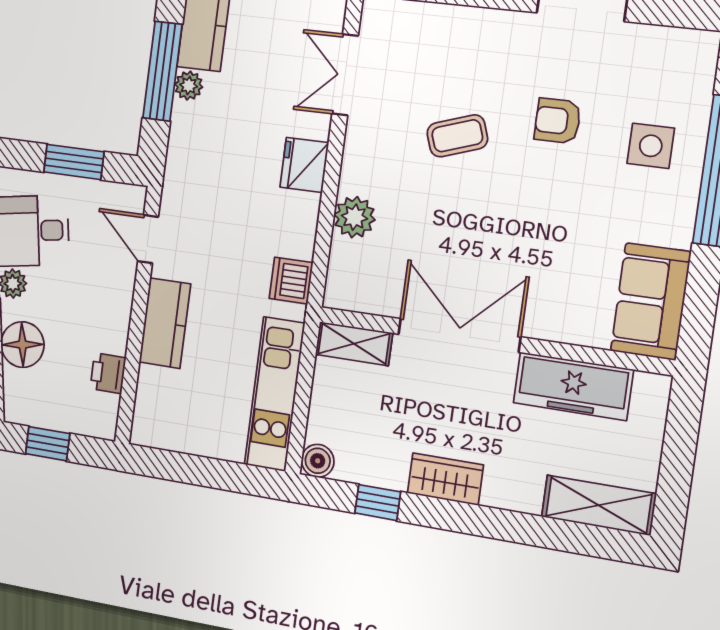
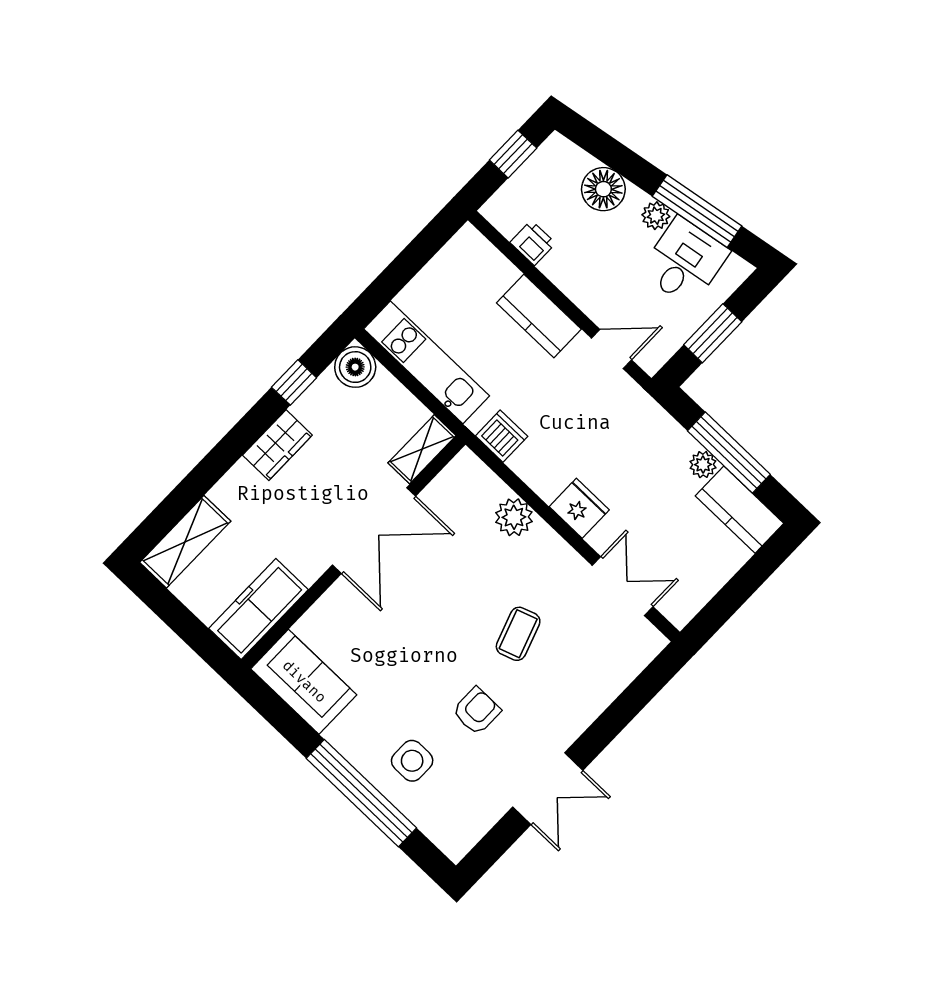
freezer: (573, 386) -> (258, 609), moved
boiler: (318, 461) -> (355, 367), width x1.36, depth x1.36

